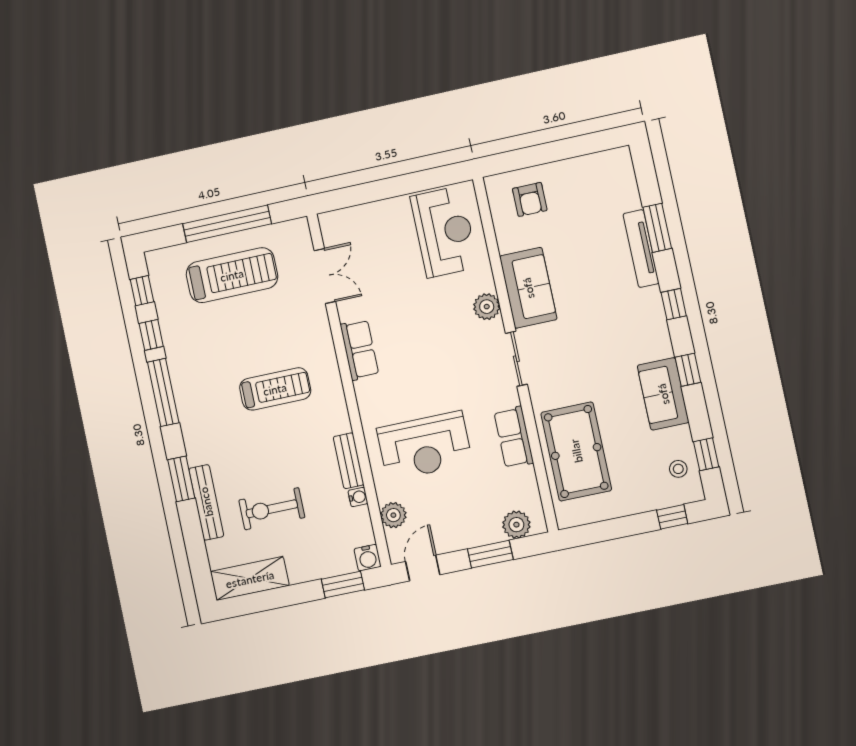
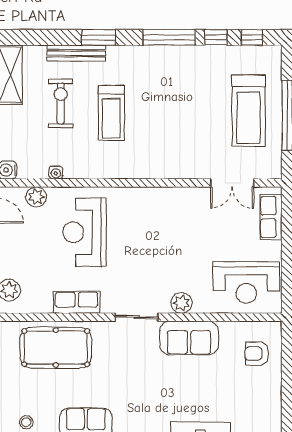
row of seats: (359, 350) -> (271, 217), moved, turned 90
treadmill: (275, 389) -> (111, 113), moved
bench: (349, 461) -> (85, 171), removed

